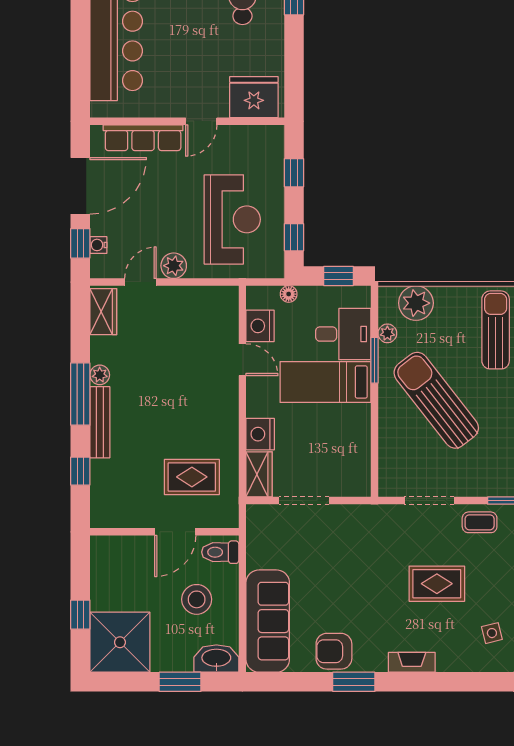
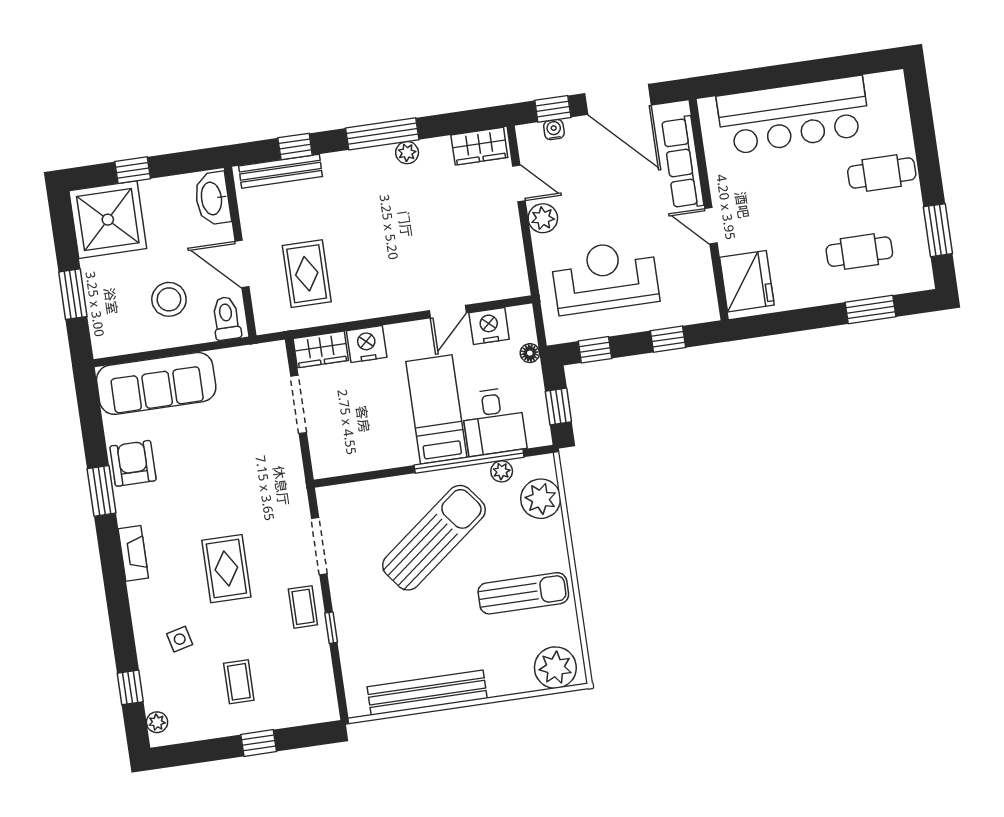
reception desk: (232, 219) -> (605, 277), turned 180
window: (374, 360) -> (469, 461), width x2.11
bench: (100, 422) -> (281, 171), moved
washbasin: (216, 659) -> (212, 198), moved, turned 180

